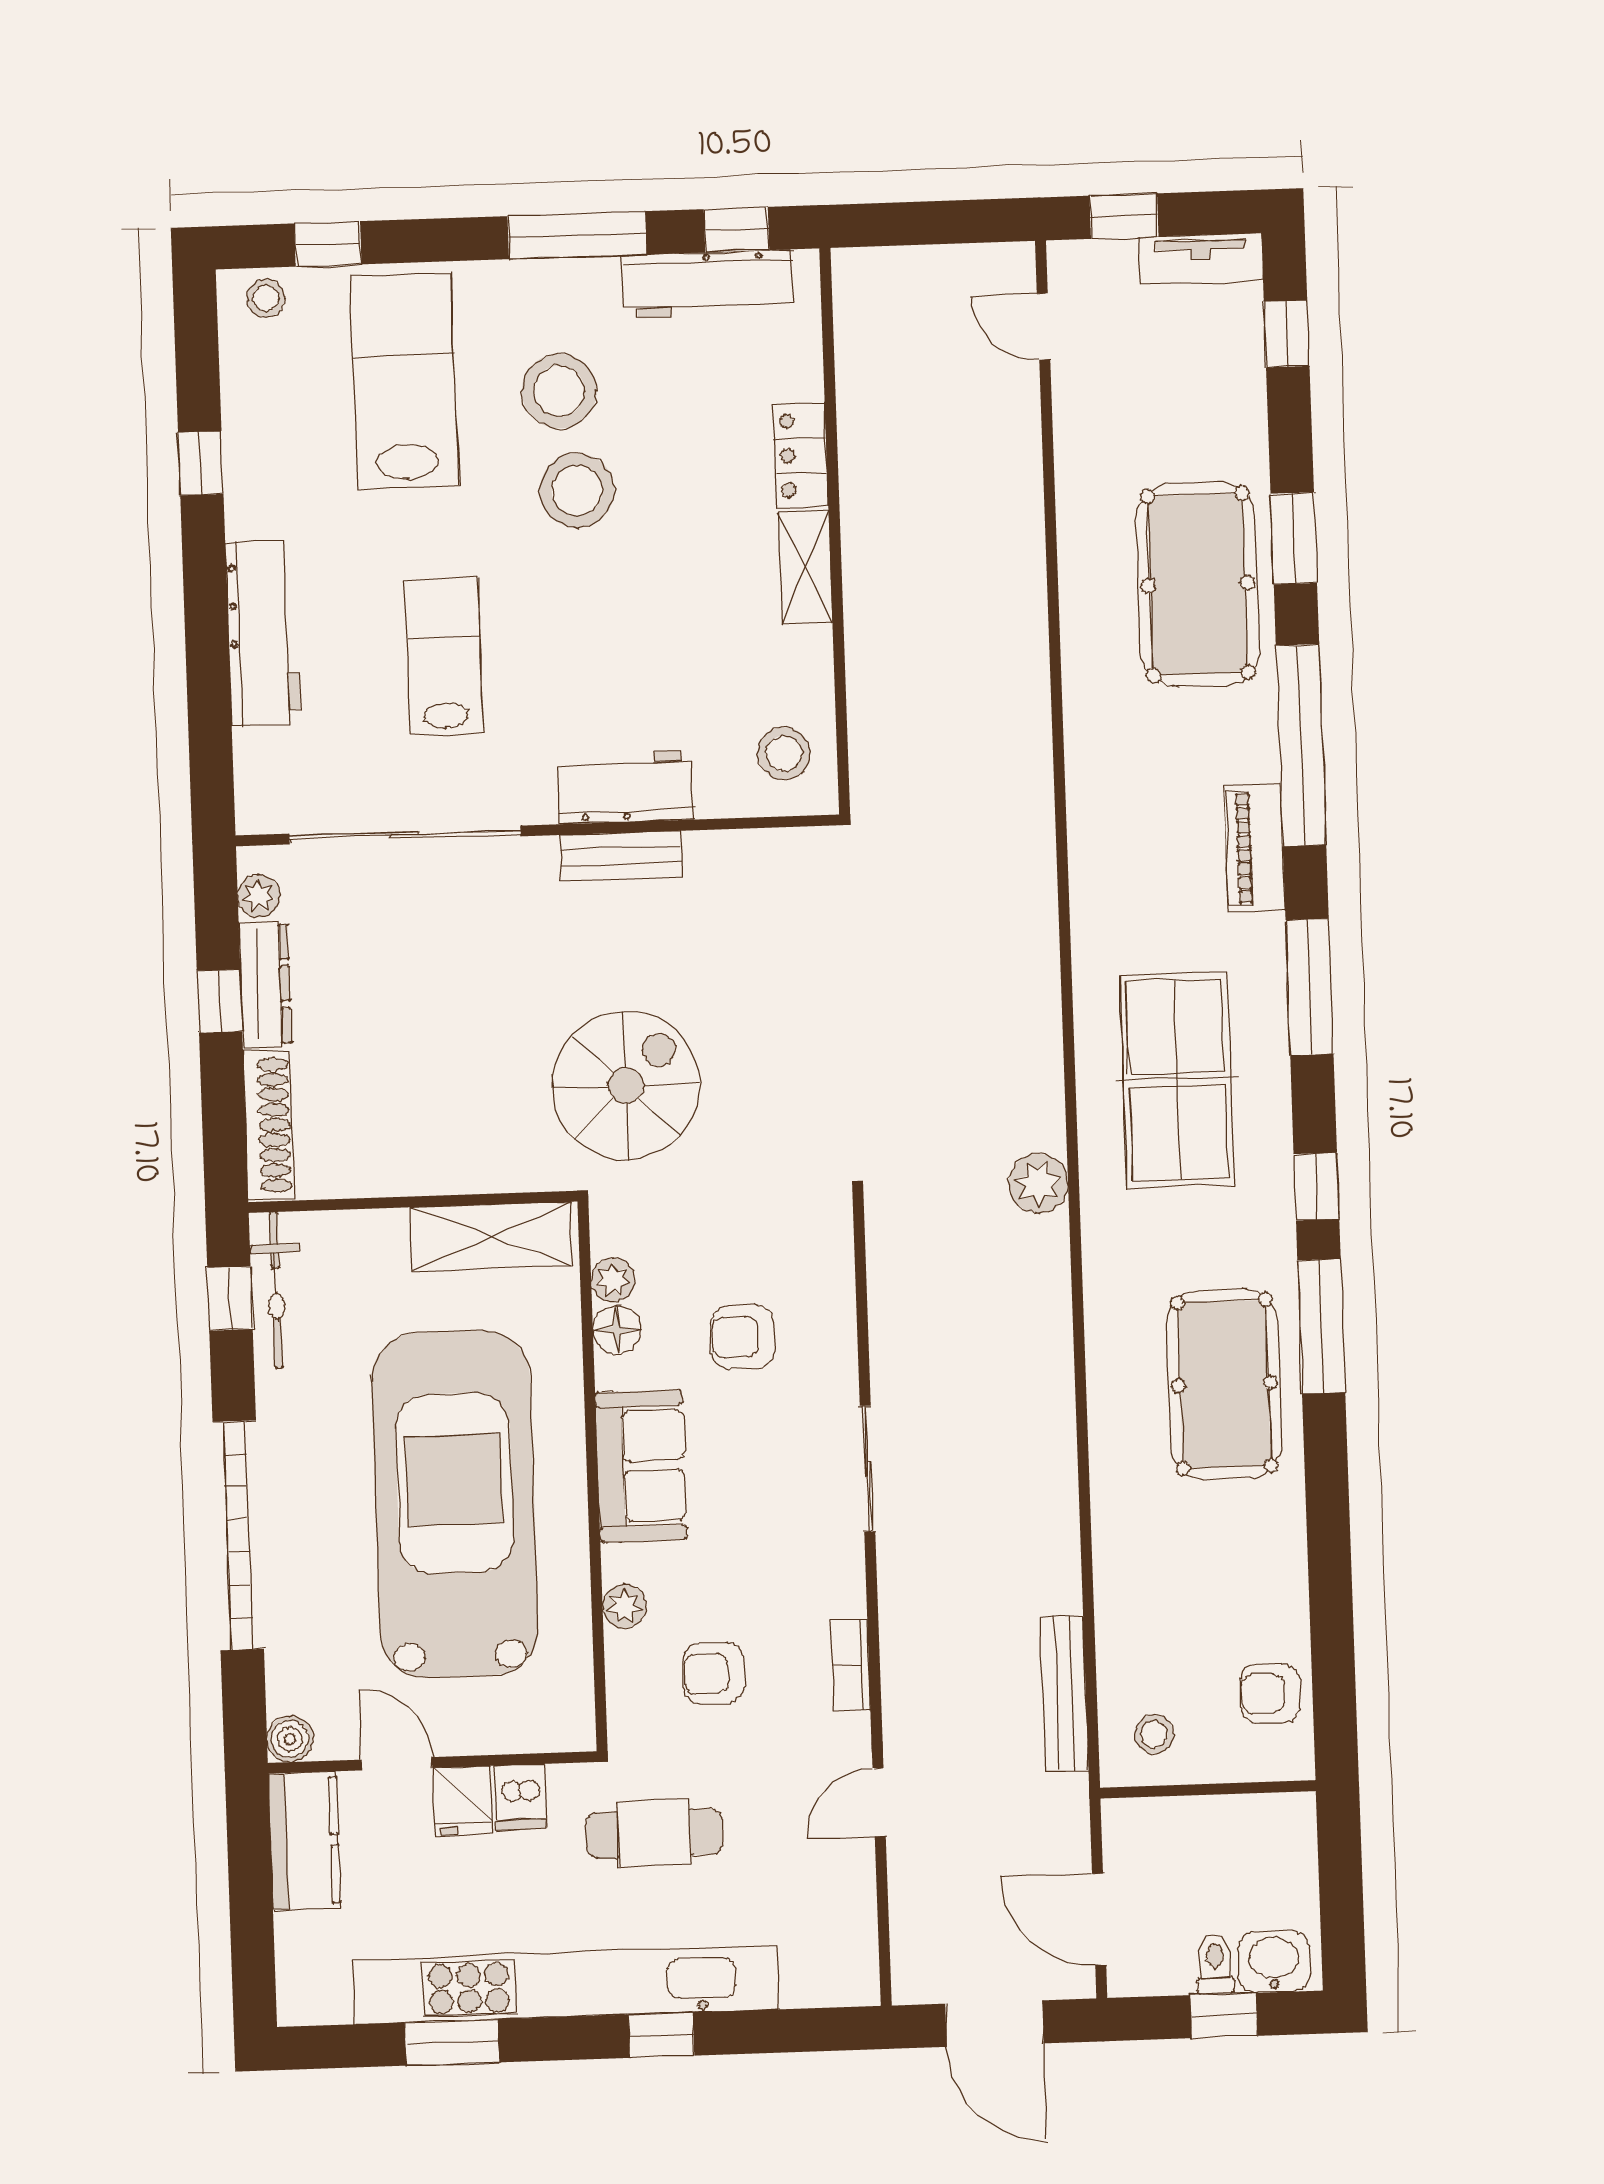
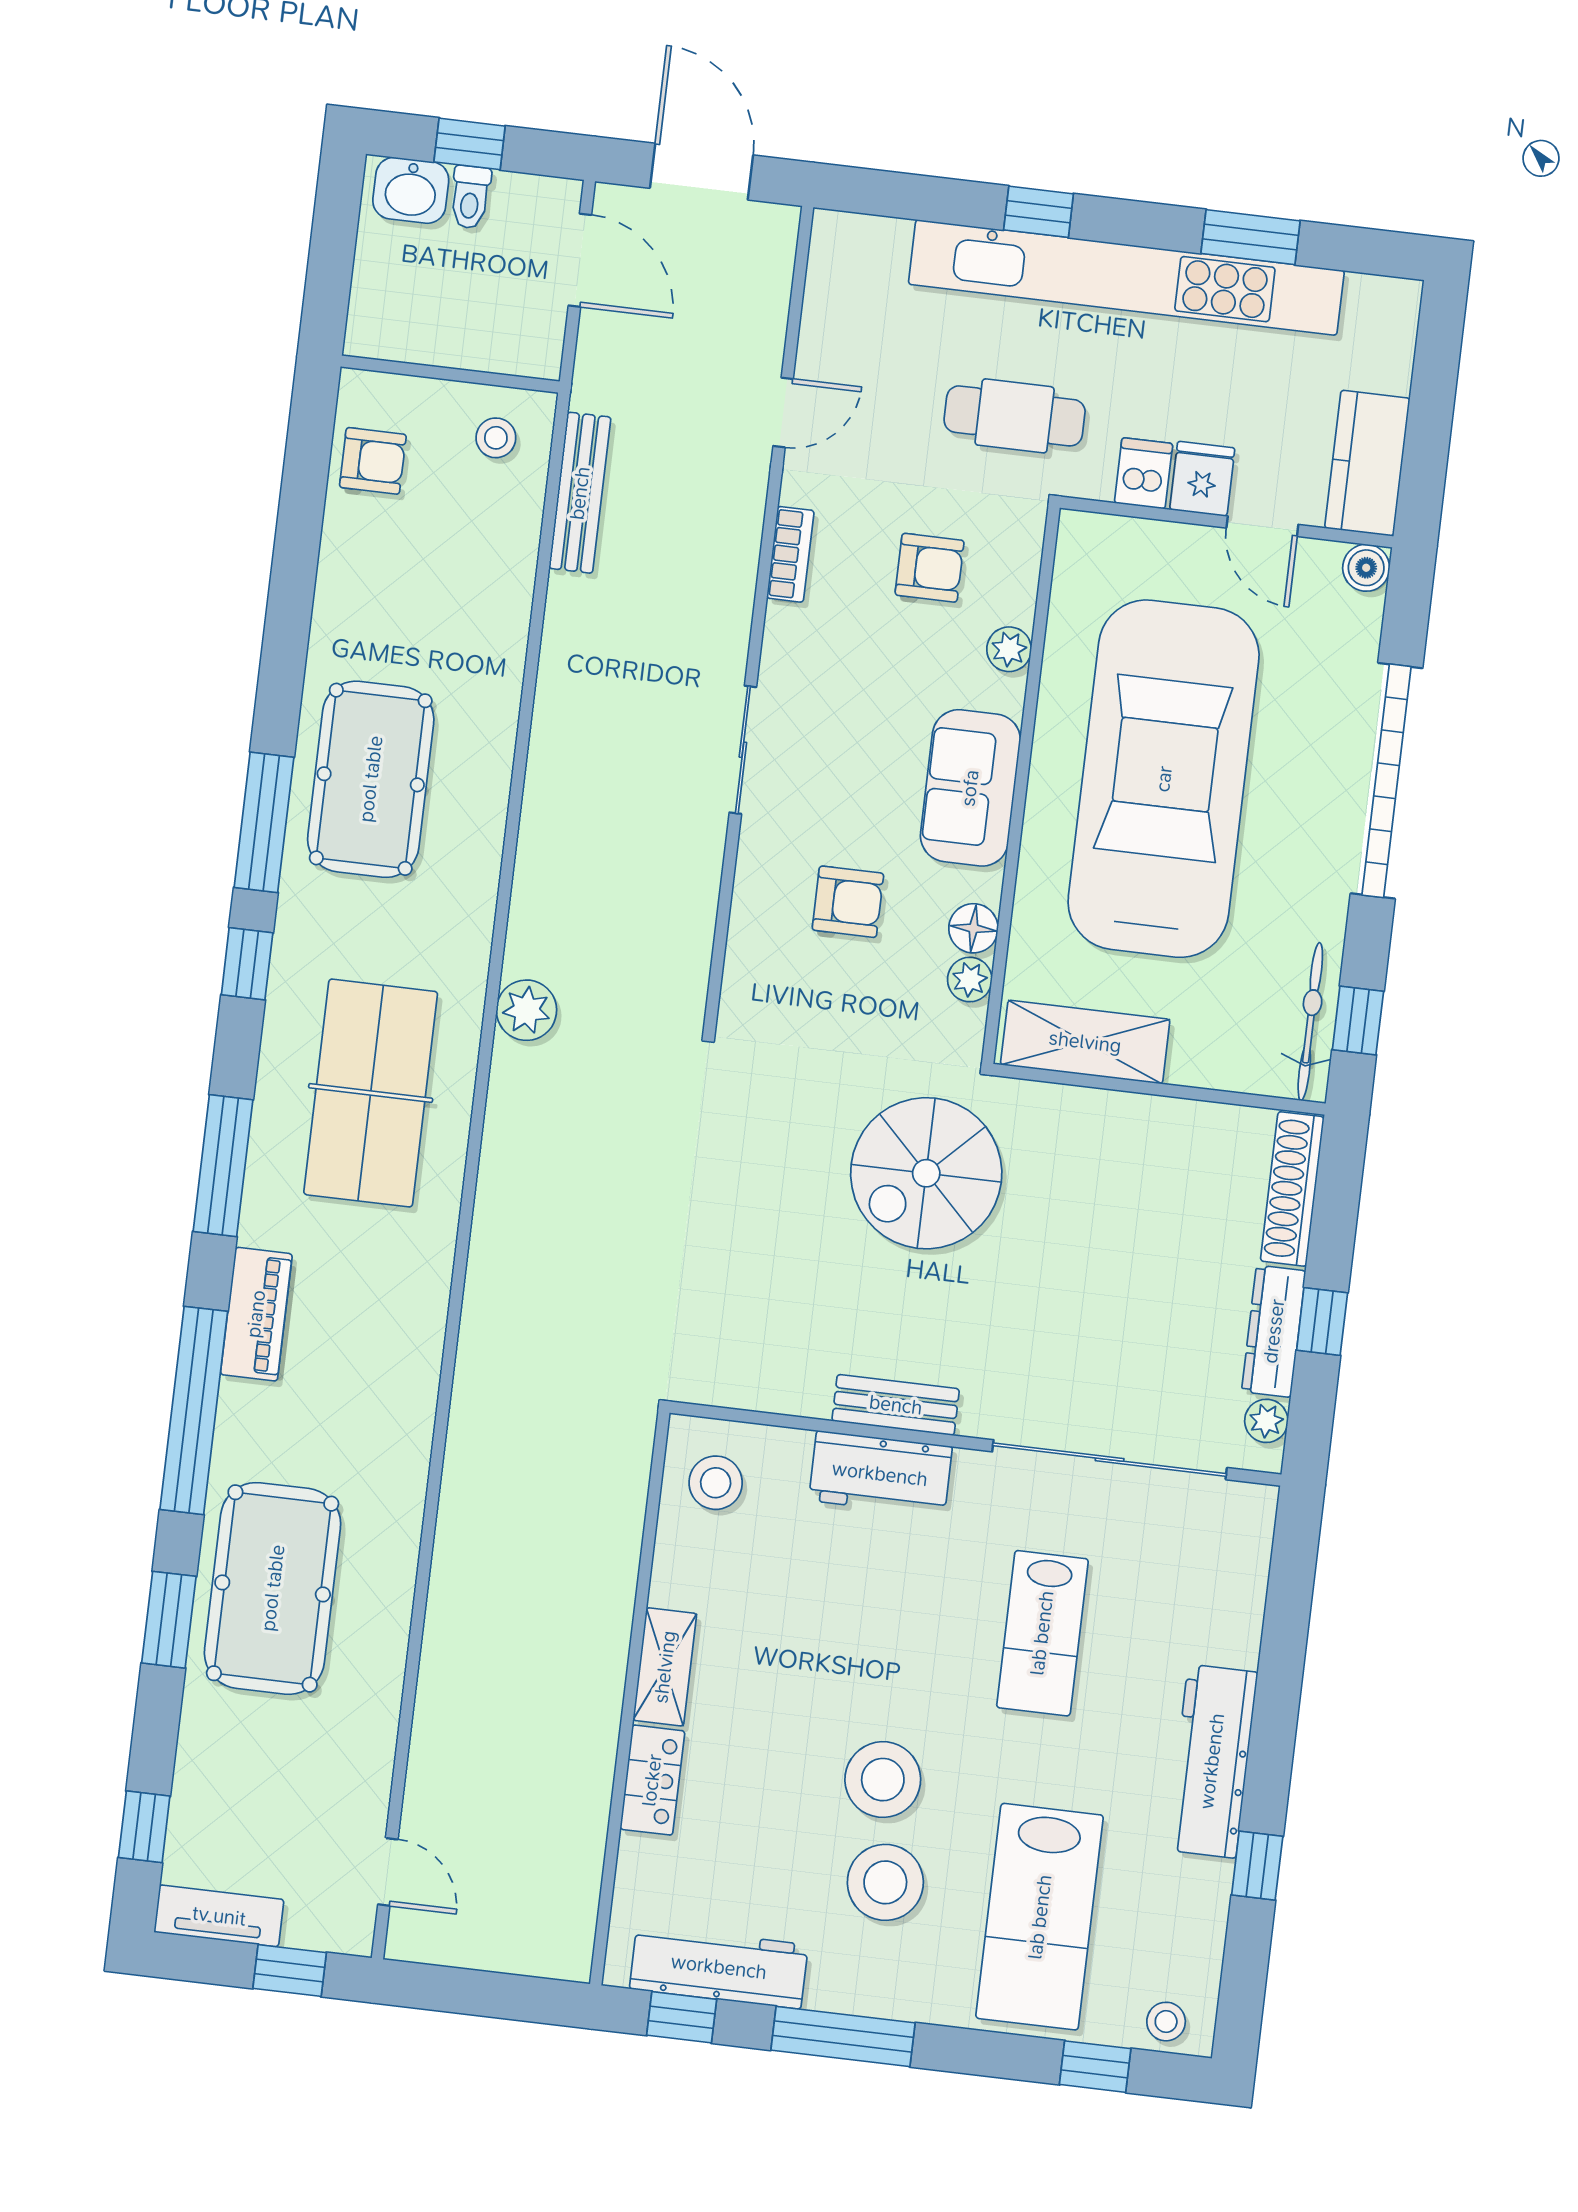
workbench: (263, 633) -> (1212, 1761), moved
car: (455, 1504) -> (1164, 779), turned 180

